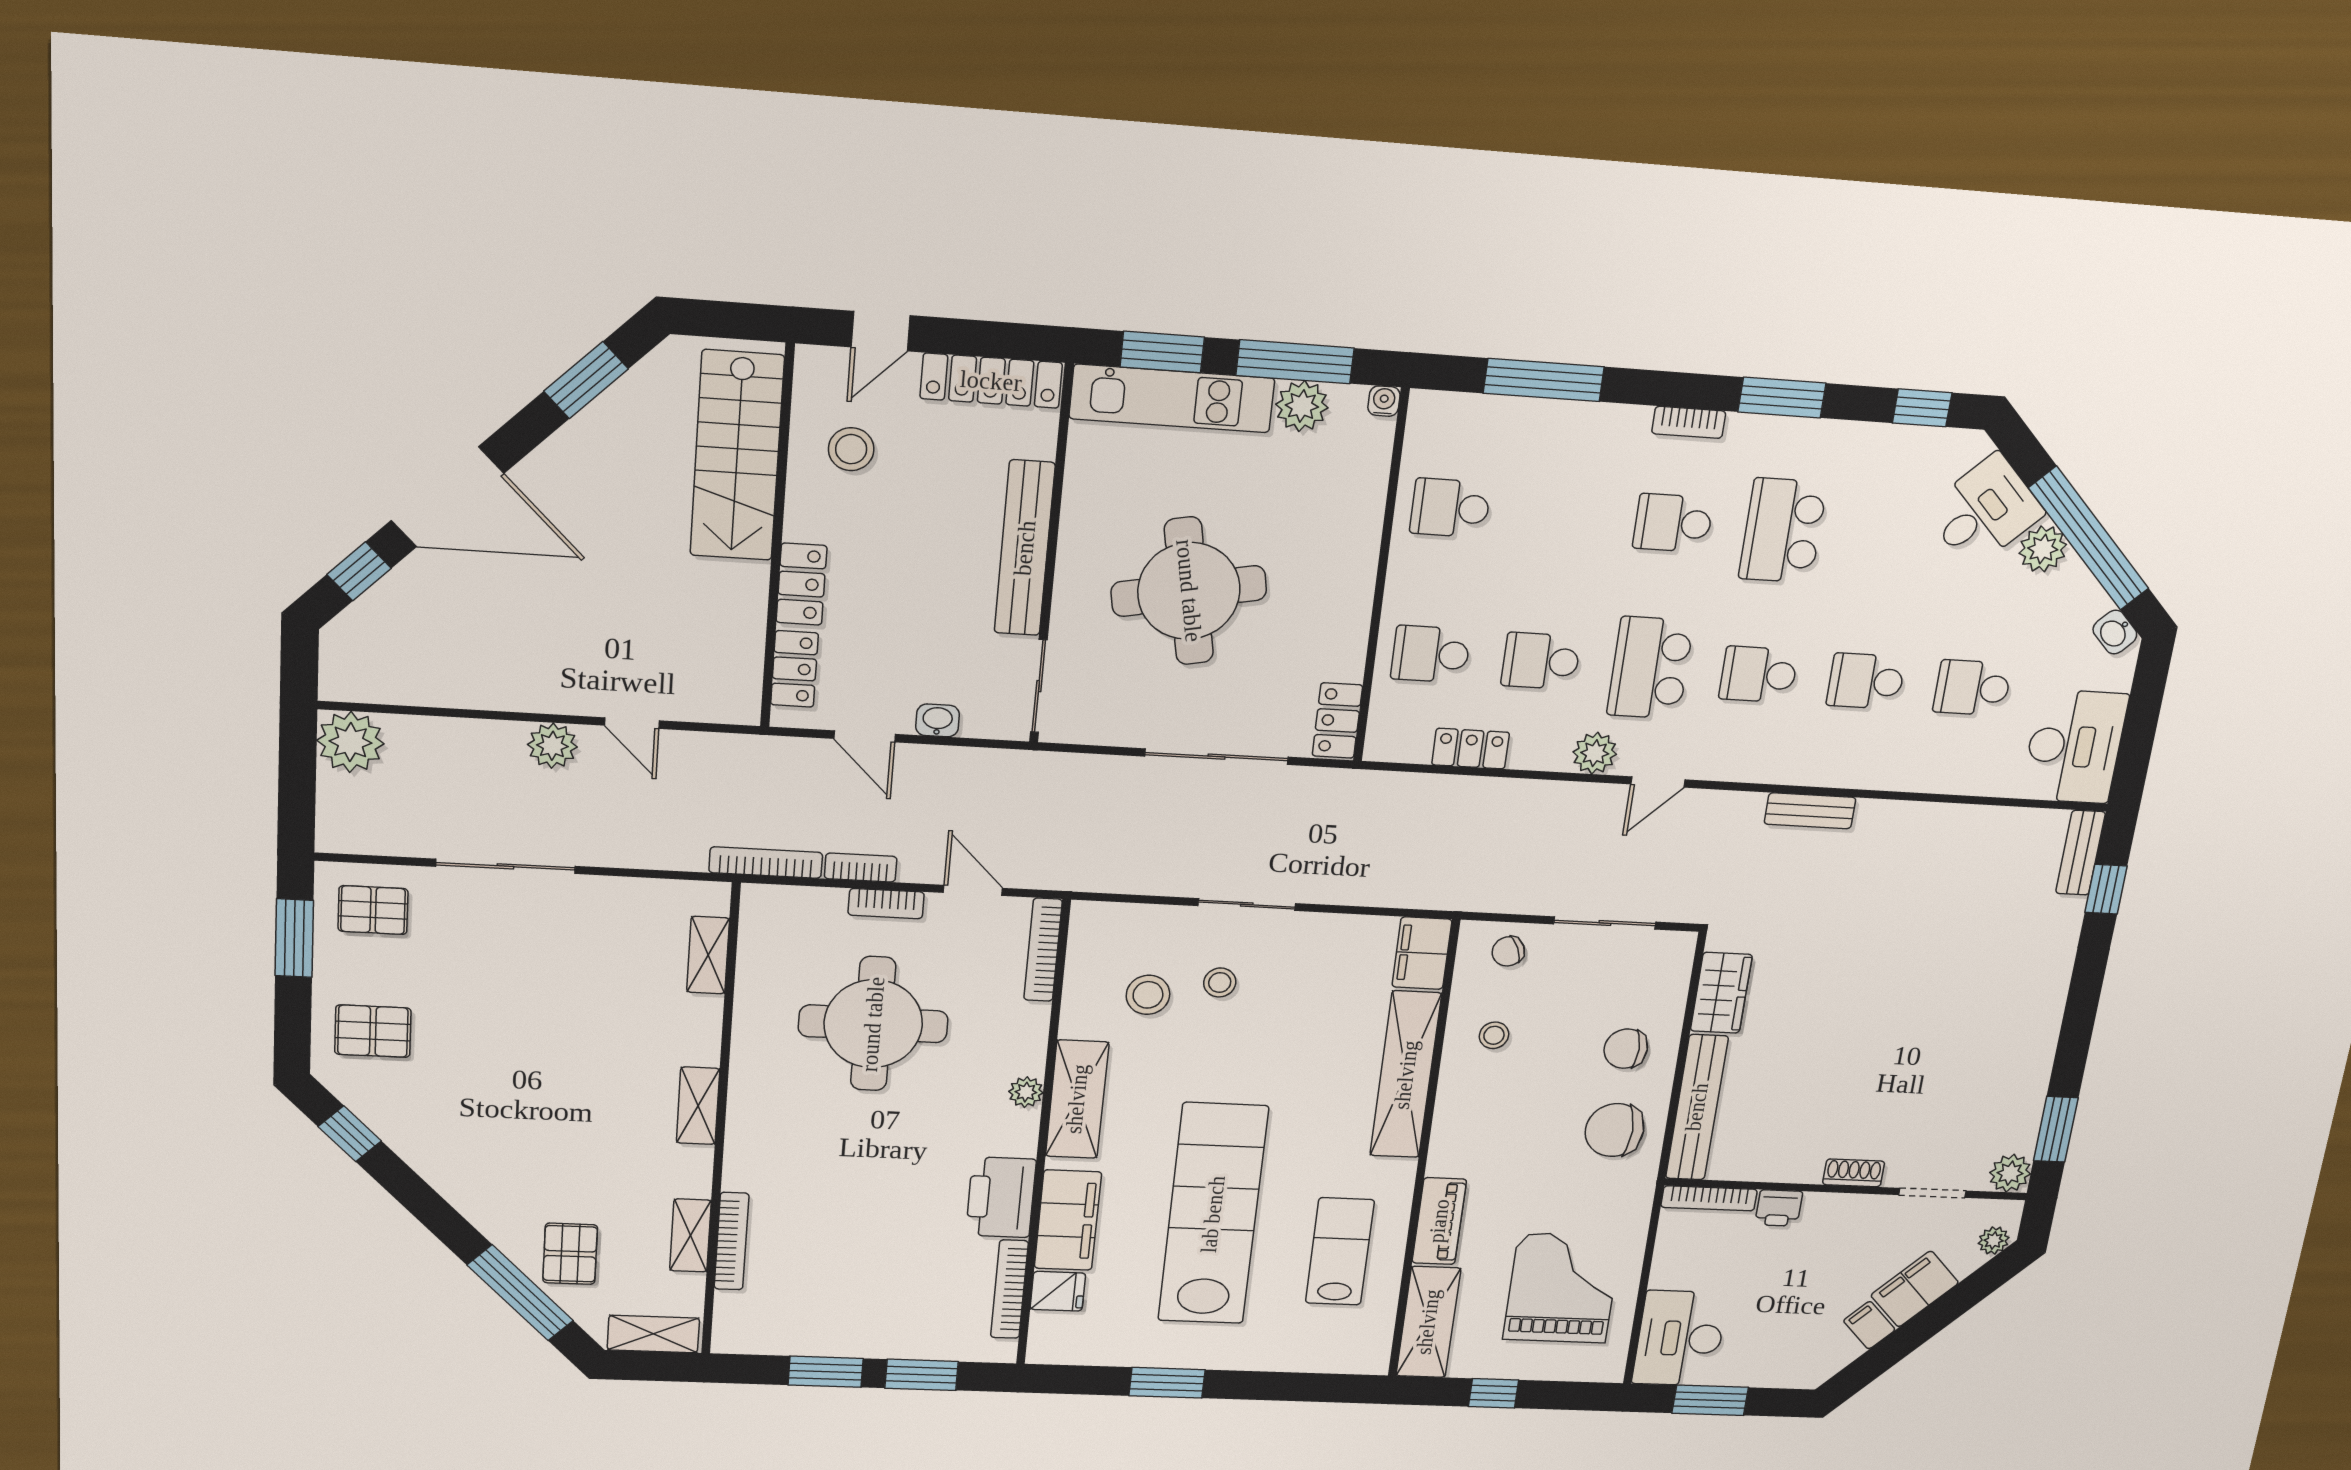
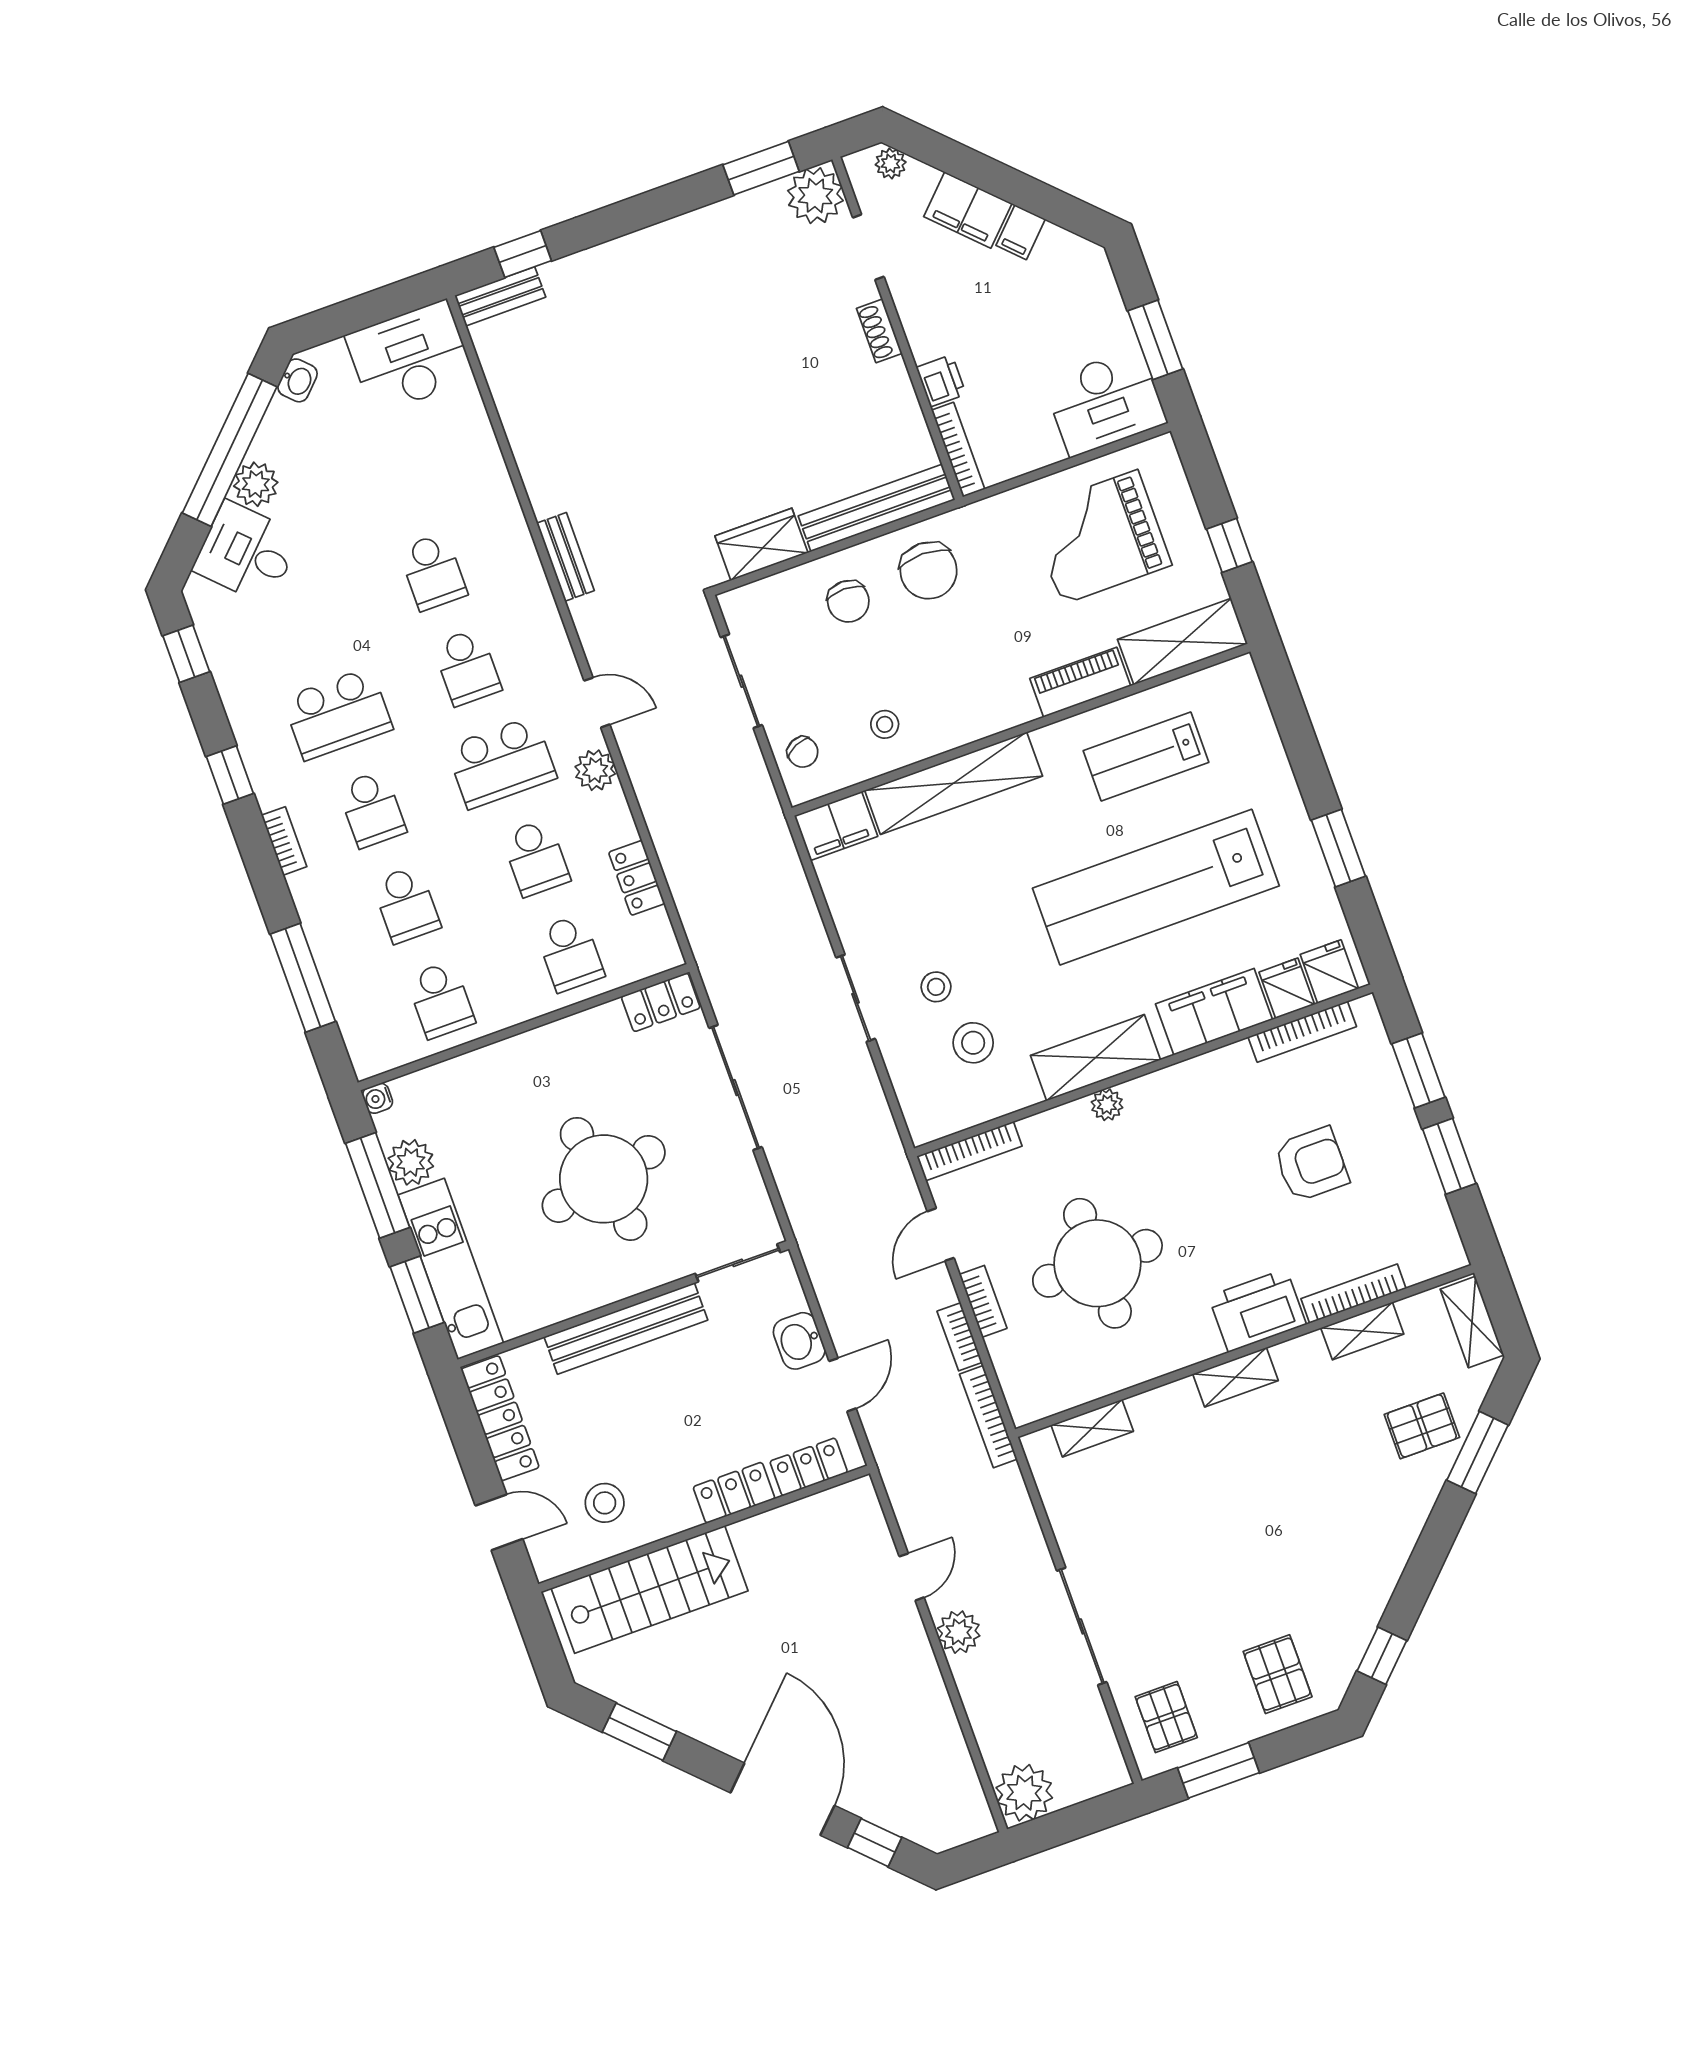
window: (1782, 398) -> (230, 775), width x0.67
school desk: (1972, 688) -> (406, 904), moved
washbasin: (937, 720) -> (799, 1341), width x1.38, depth x1.45
plant: (2010, 1173) -> (815, 196), width x1.36, depth x1.36
printer: (1001, 1197) -> (1257, 1310), moved, turned 180
armchair: (877, 1250) -> (1311, 1164), added
window: (520, 1293) -> (1477, 1453), width x0.69
fridge: (1055, 1333) -> (1329, 972), added

